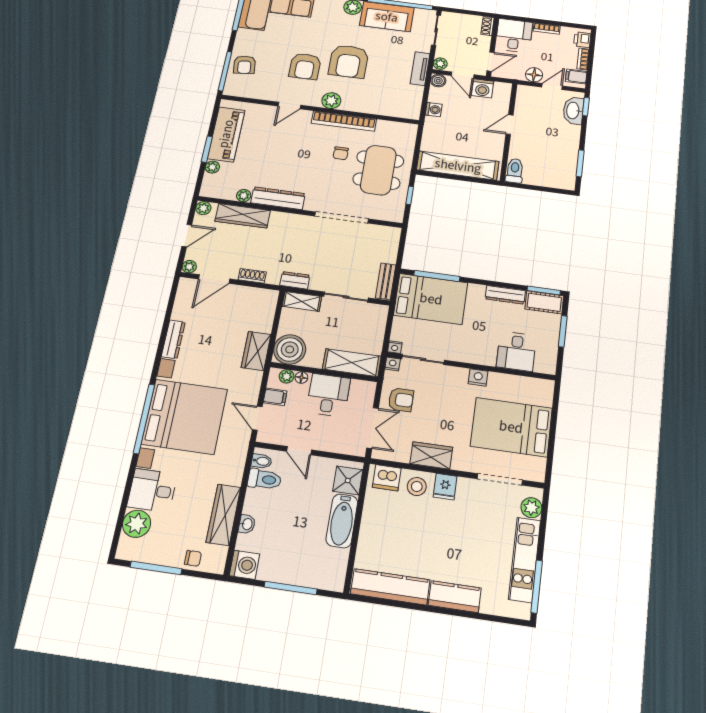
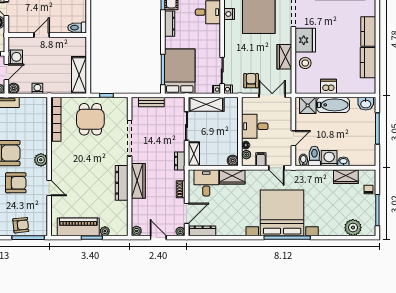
bookcase: (344, 121) -> (56, 119), moved
door: (509, 125) -> (42, 35), swing flipped
chair: (341, 153) -> (81, 147), removed
shelving: (458, 166) -> (79, 75), width x0.68
dining table: (378, 170) -> (90, 119), width x0.73
plant: (244, 196) -> (123, 206), removed
wardrobe: (243, 216) -> (138, 181), moved
door: (214, 279) -> (187, 213), hinge flipped
bench: (386, 281) -> (151, 102), moved
dresser: (173, 339) -> (203, 231), moved
boiler: (290, 349) -> (233, 161), width x0.54, depth x0.54
shelving: (352, 363) -> (206, 104), moved, turned 90
nightstand: (478, 377) -> (229, 14), moved
door: (257, 418) -> (276, 168), hinge flipped
dishwasher: (387, 478) -> (329, 86), moved, turned -90
fridge: (445, 487) -> (305, 40), width x1.88, depth x1.34
desk: (152, 490) -> (206, 183), moved, turned 180
wardrobe: (223, 515) -> (346, 177), width x0.67
washing machine: (244, 565) -> (329, 158), moved
washbasin: (335, 575) -> (366, 104), added
kitchen counter: (390, 587) -> (368, 63), width x0.67

